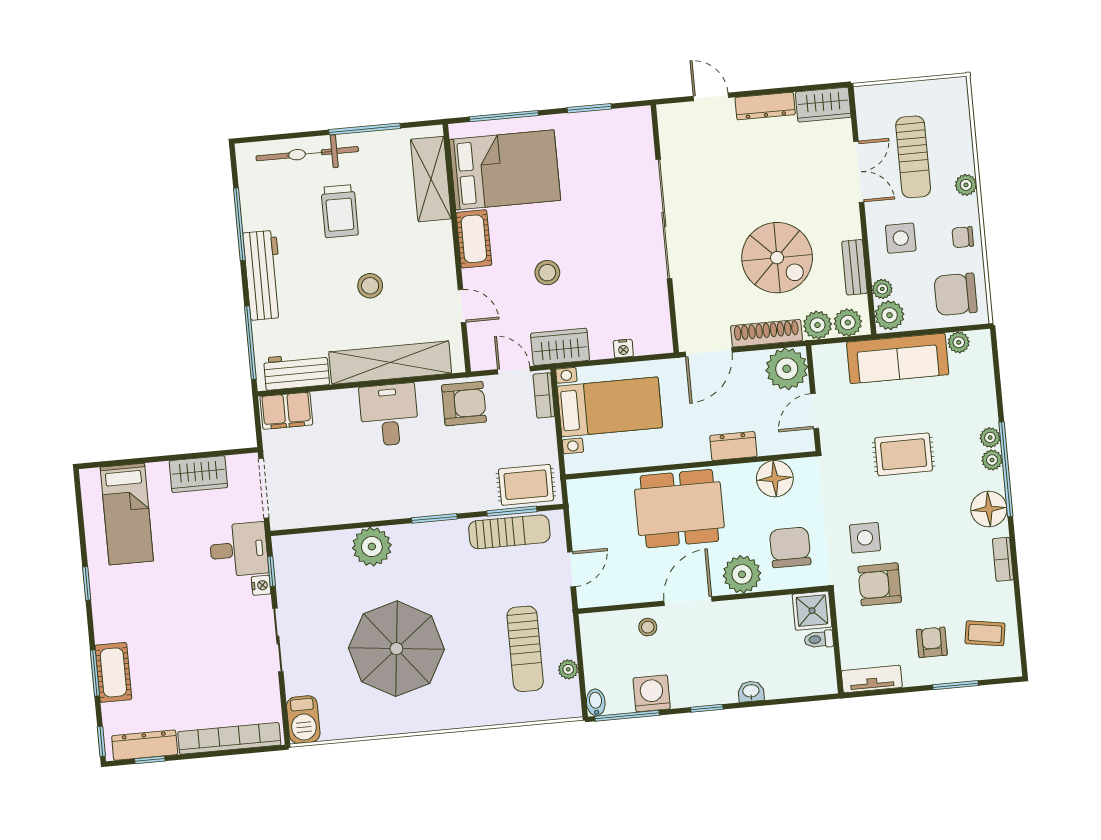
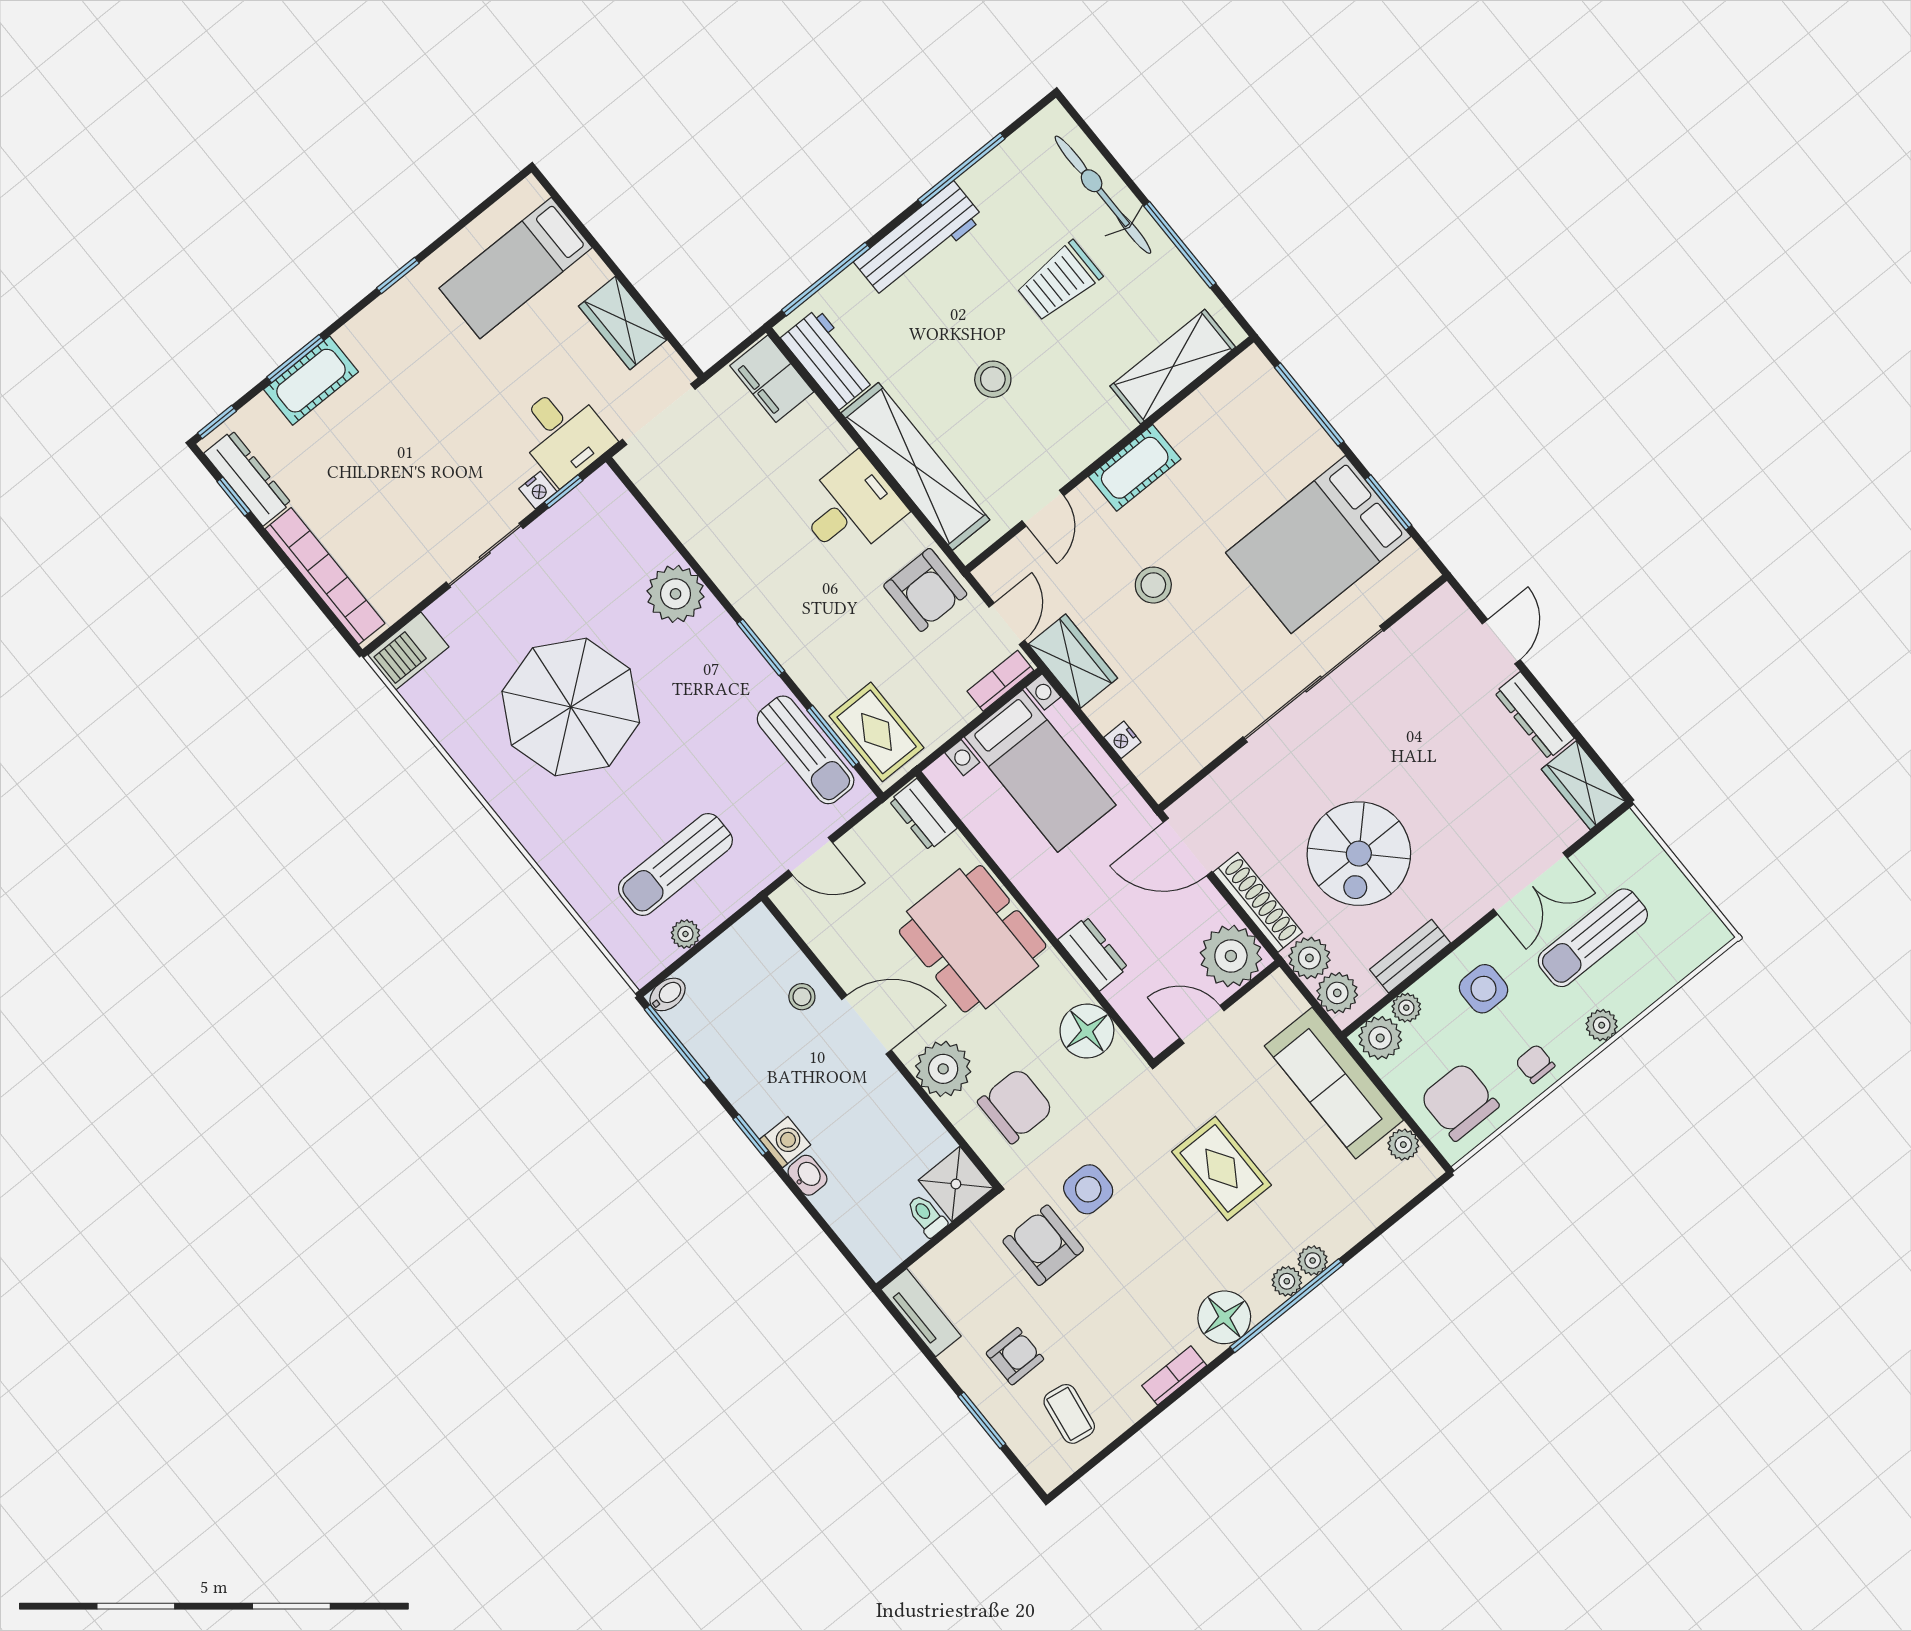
bed: (505, 170) -> (1318, 545), moved, turned 90
dresser: (590, 490) -> (923, 814), added
washing machine: (652, 693) -> (785, 1142), moved, width x0.73, depth x0.73

